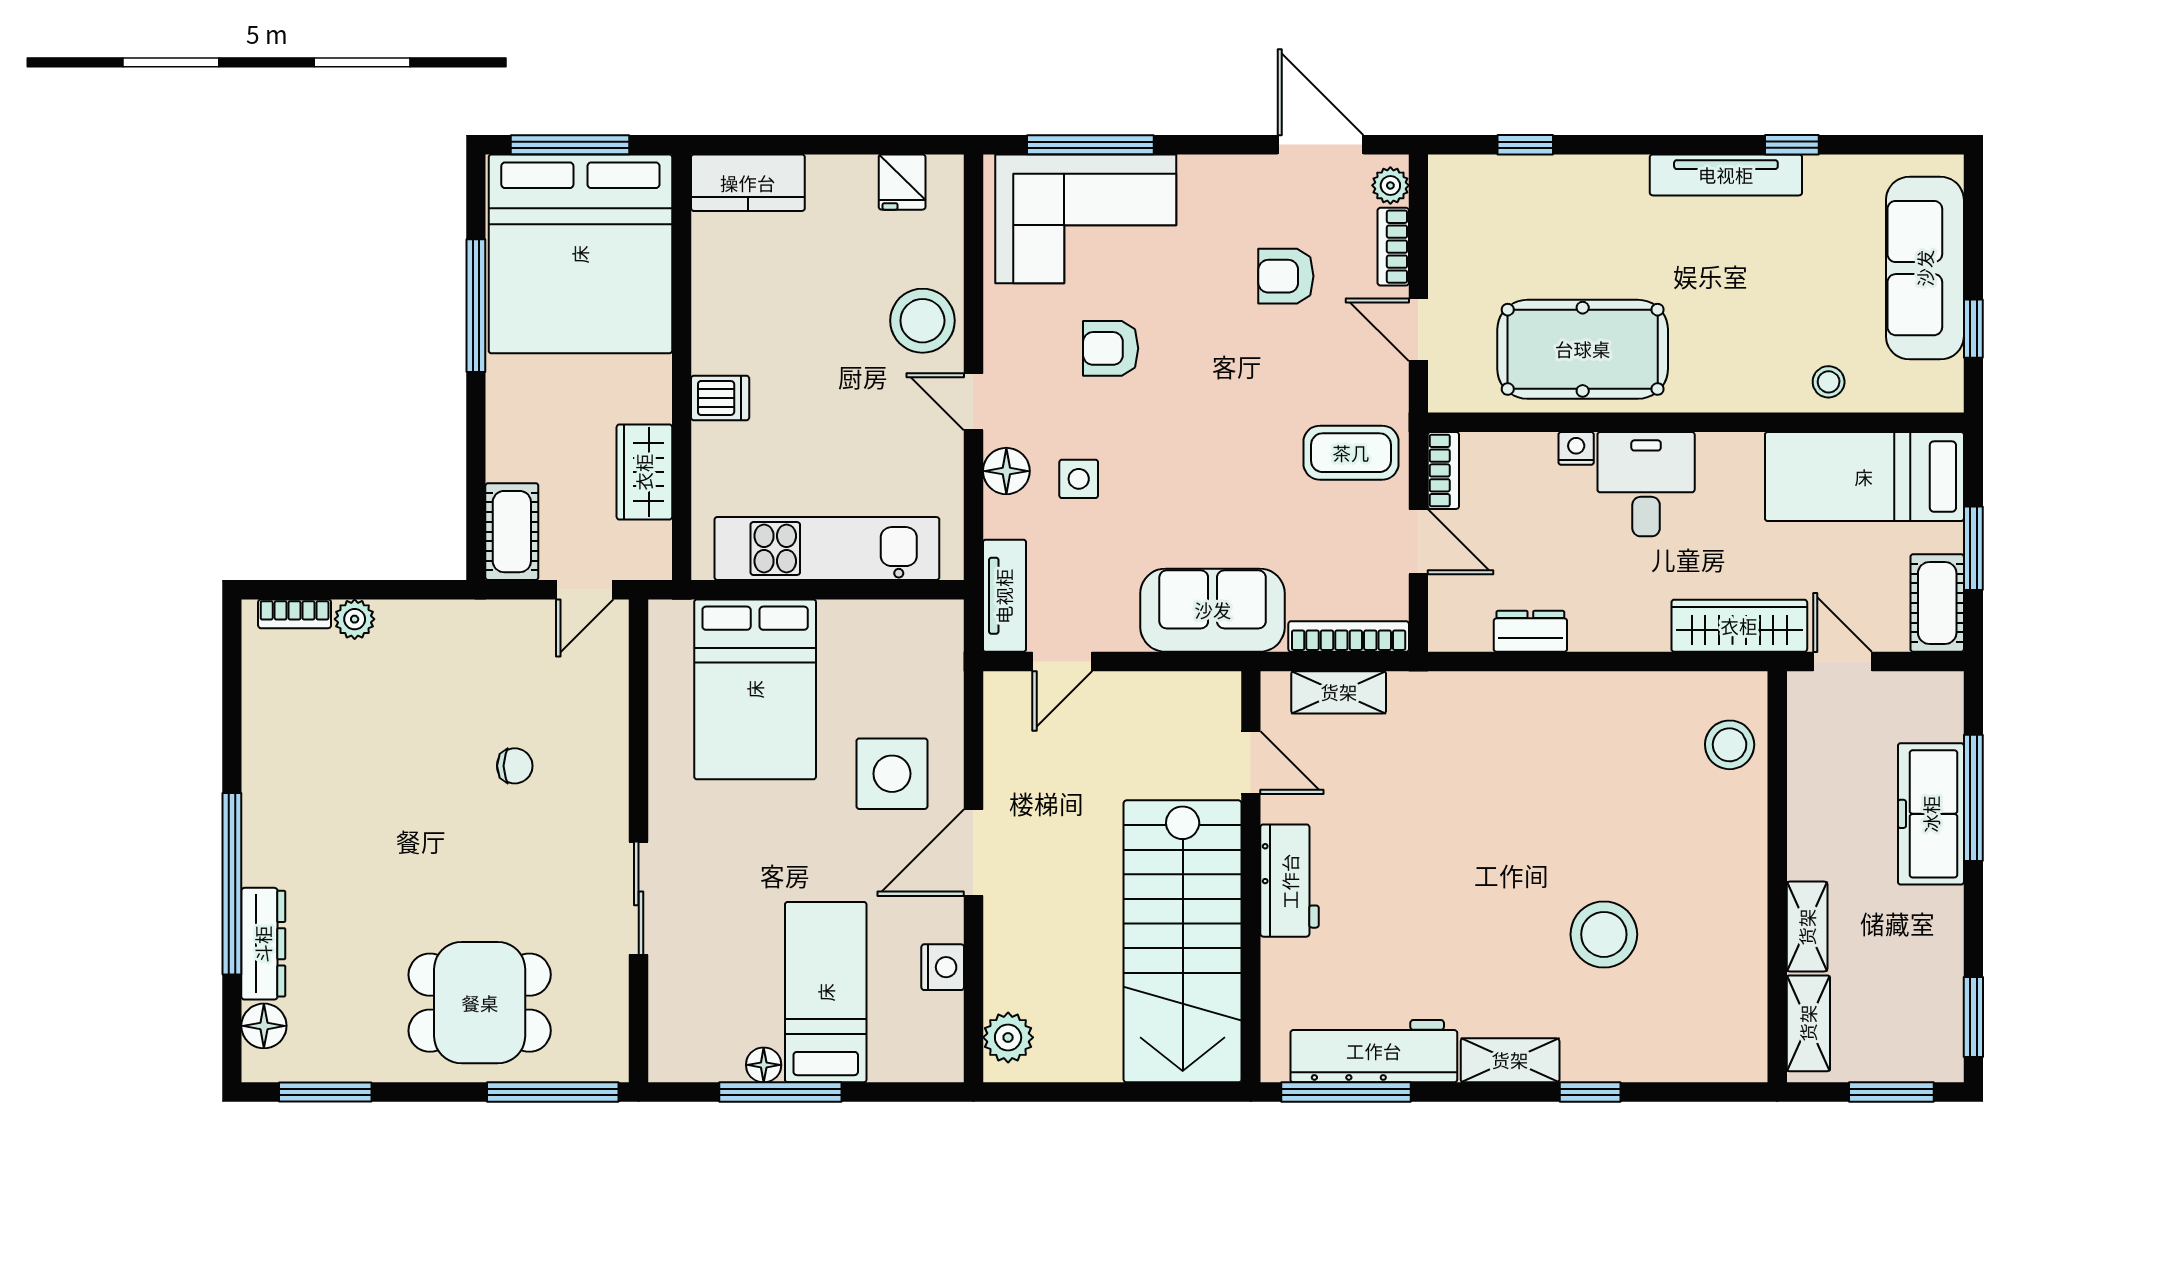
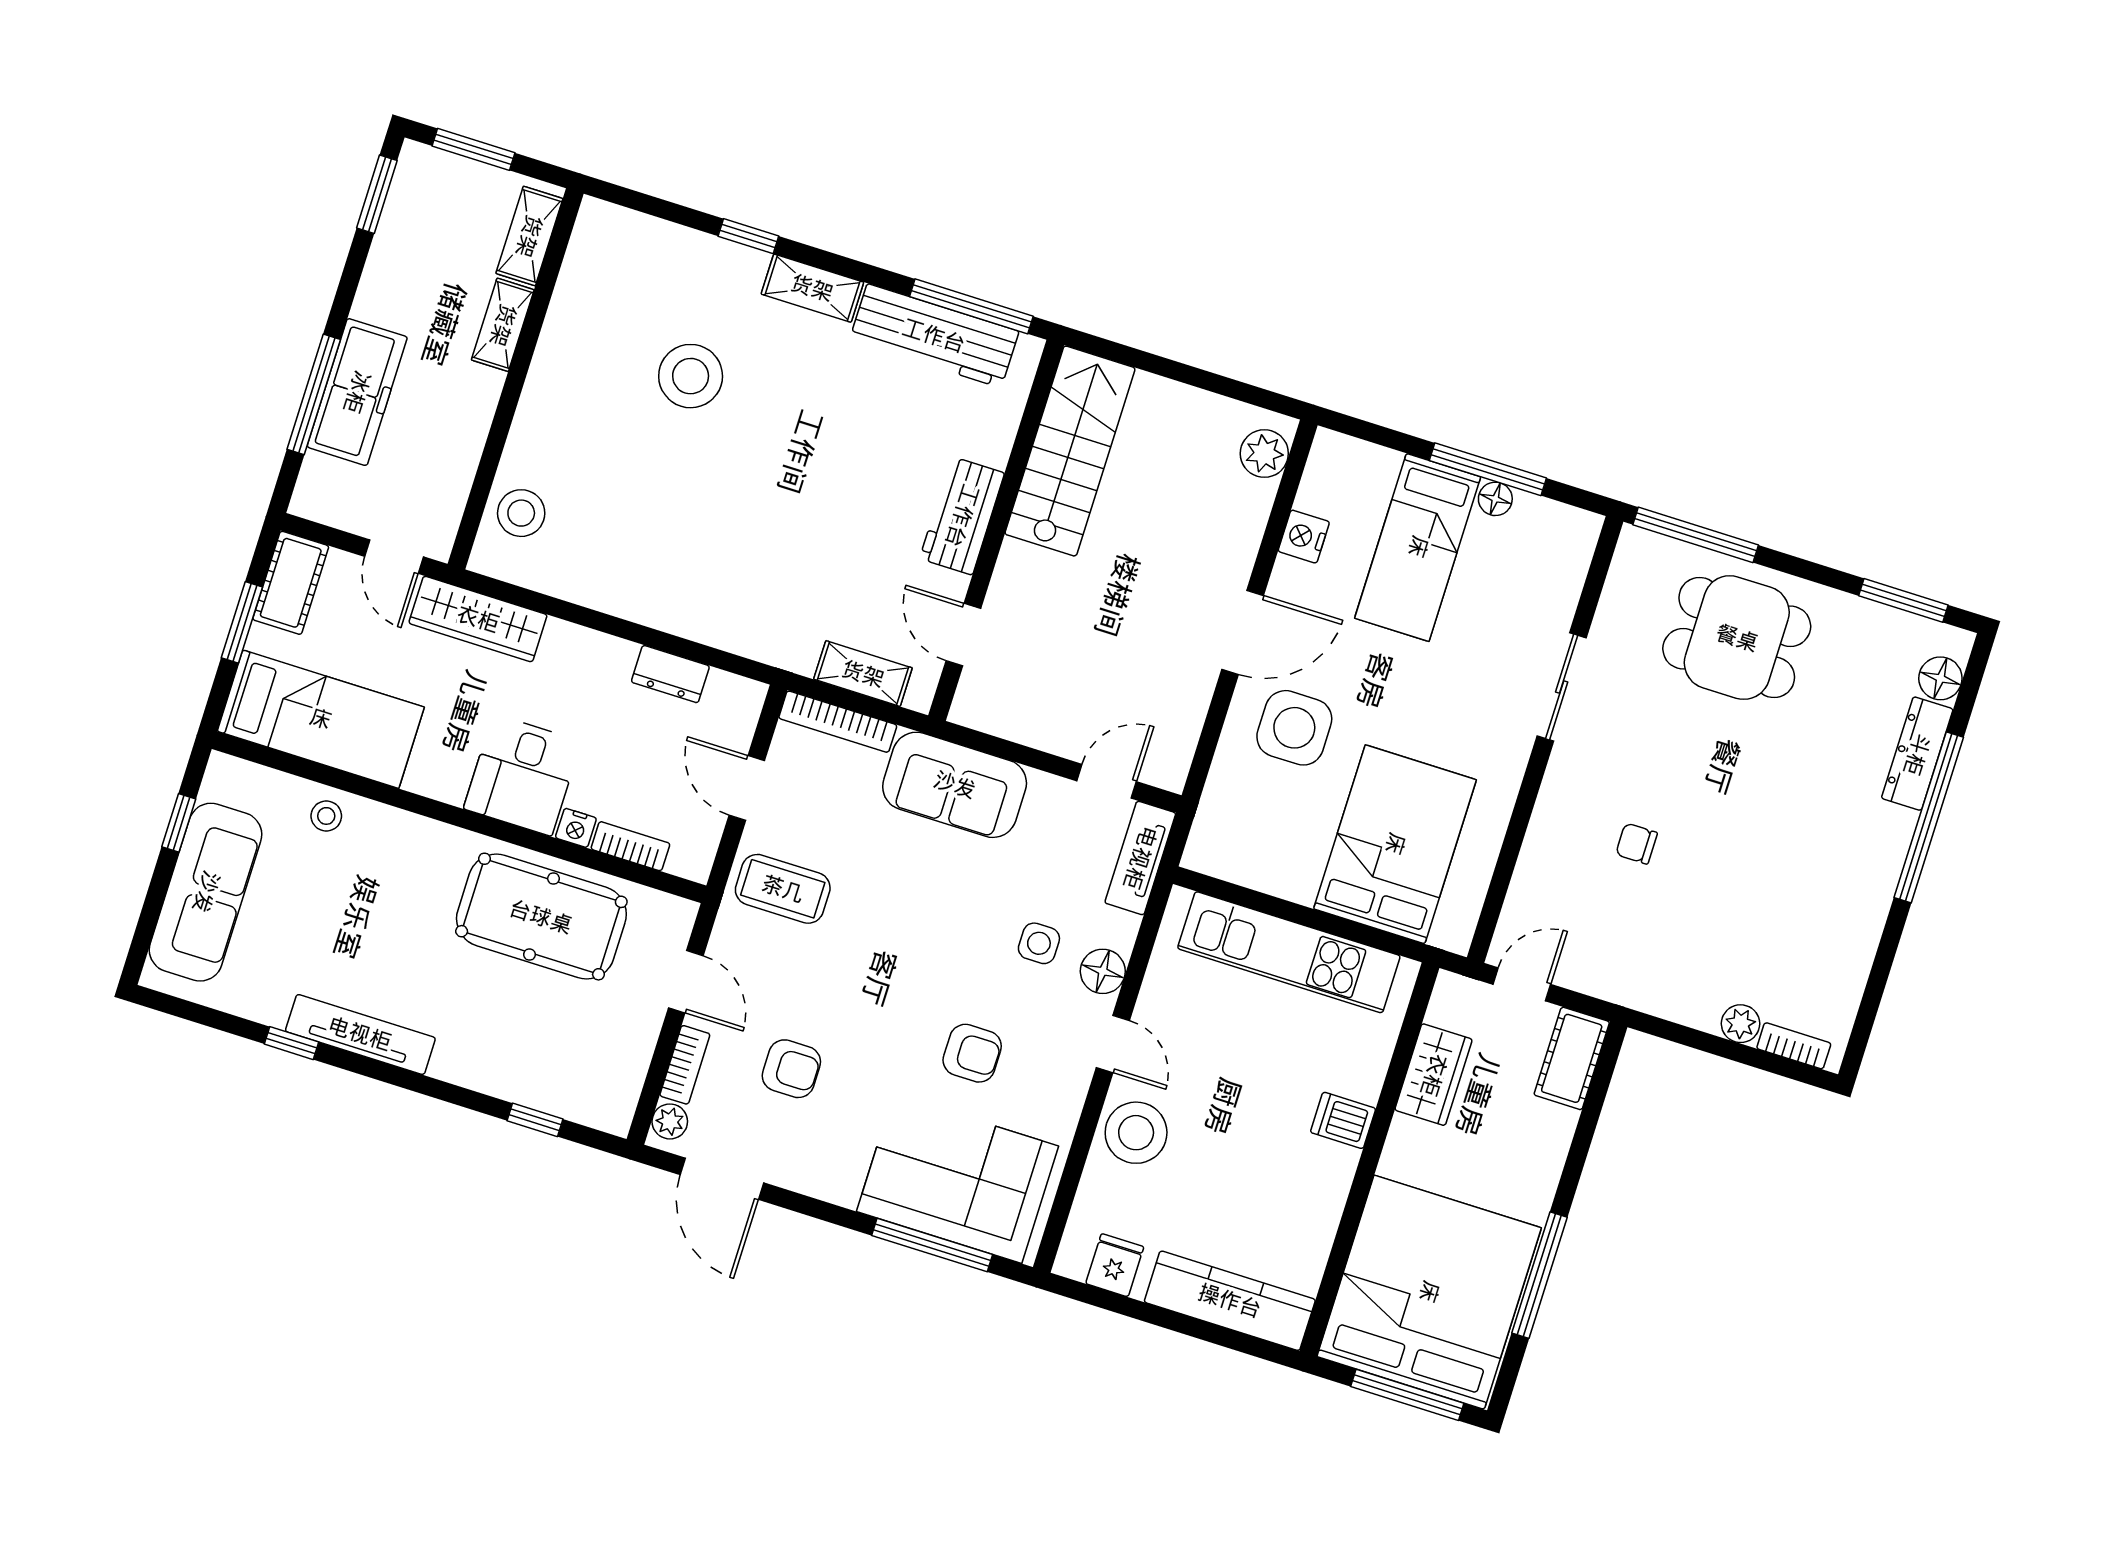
kitchen counter: (748, 183) -> (1230, 1301), width x1.50
bookcase: (1443, 470) -> (630, 846), moved, turned 90
stairs: (1183, 941) -> (1070, 451), width x0.73, depth x0.66

